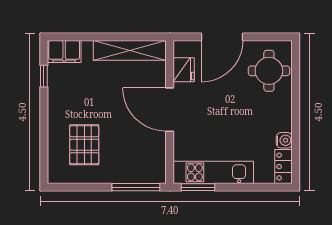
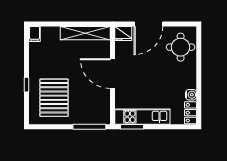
filing cabinet: (64, 51) -> (35, 34), width x0.50
fridge: (184, 70) -> (123, 33), moved, turned 90
window: (44, 76) -> (26, 85), moved
pallet: (84, 145) -> (54, 98), width x1.37, depth x1.41

